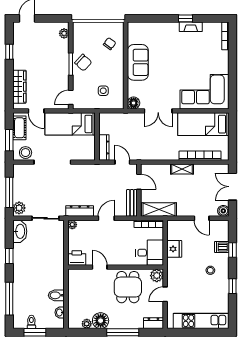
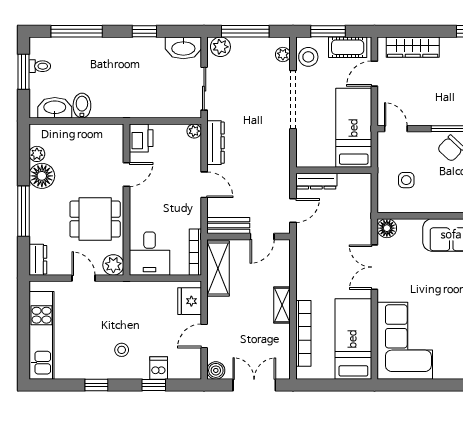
plant: (24, 169) -> (283, 54), added
fridge: (174, 249) -> (190, 301), moved, turned 90
washbasin: (60, 312) -> (55, 108), width x1.91, depth x1.45

